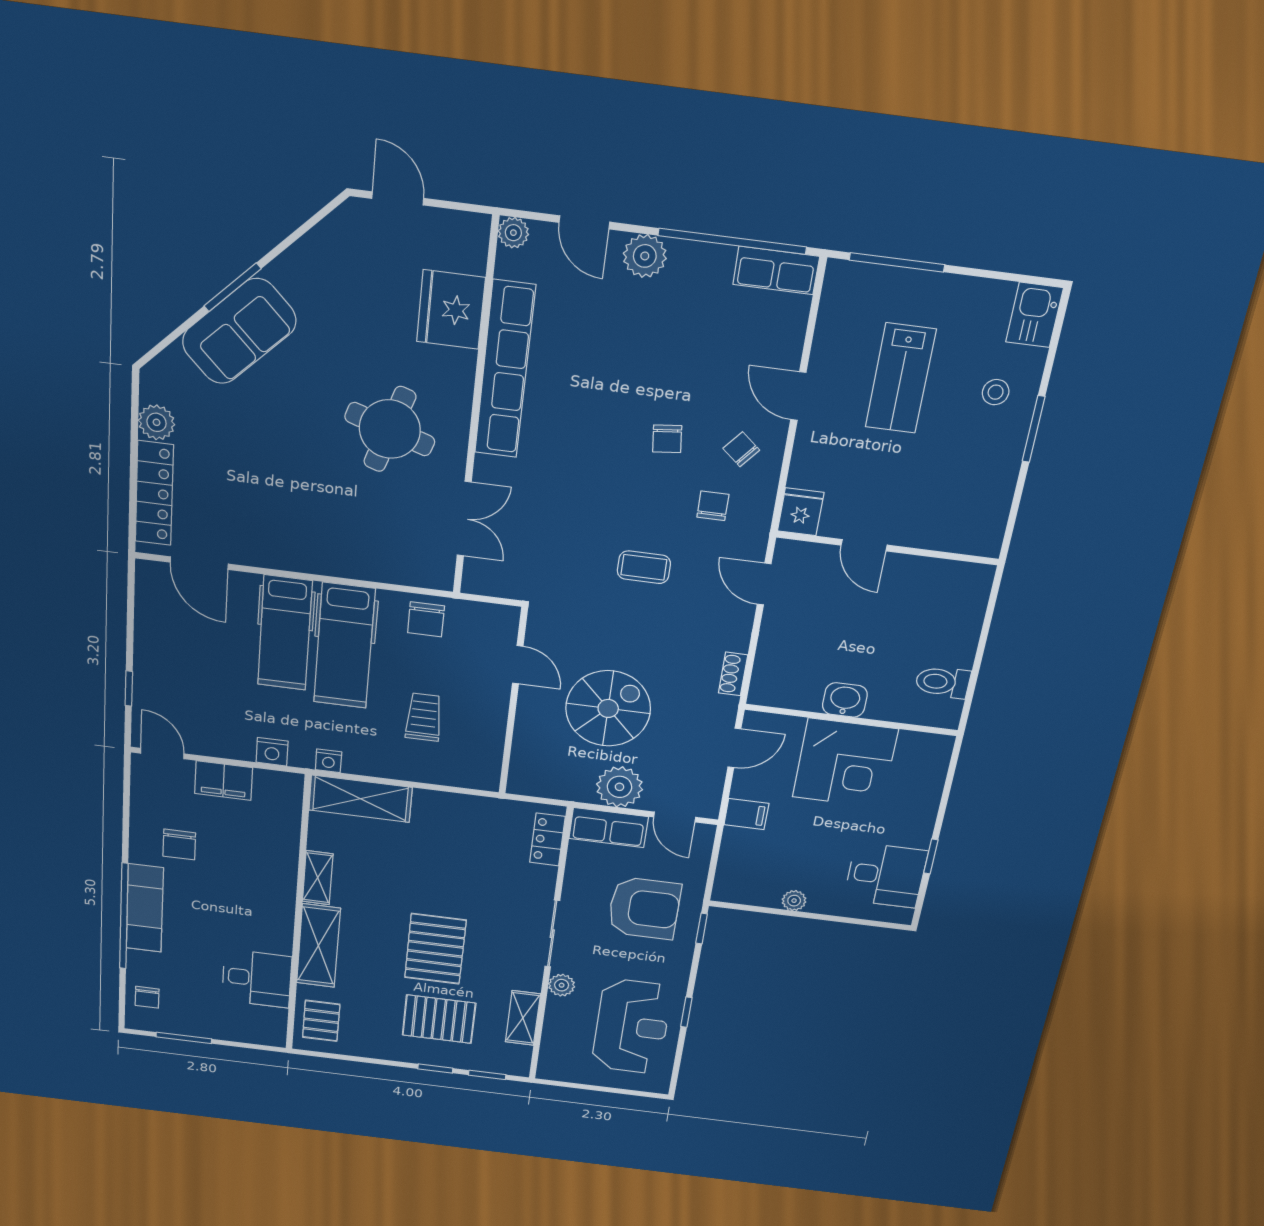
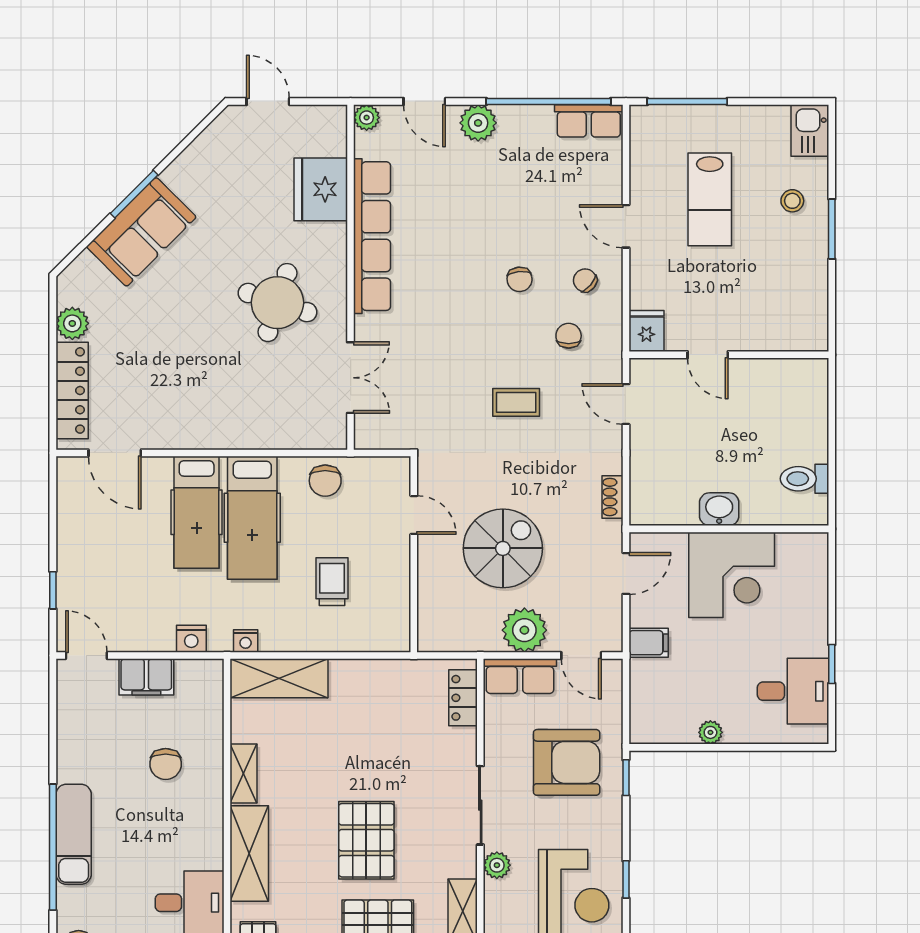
chair: (179, 845) -> (166, 764), moved

